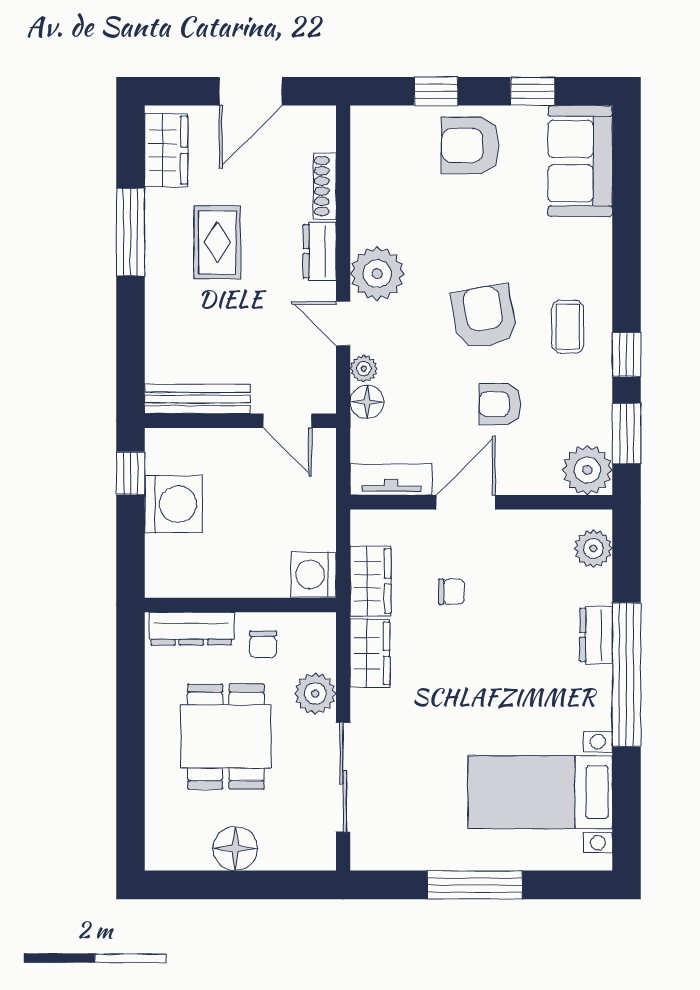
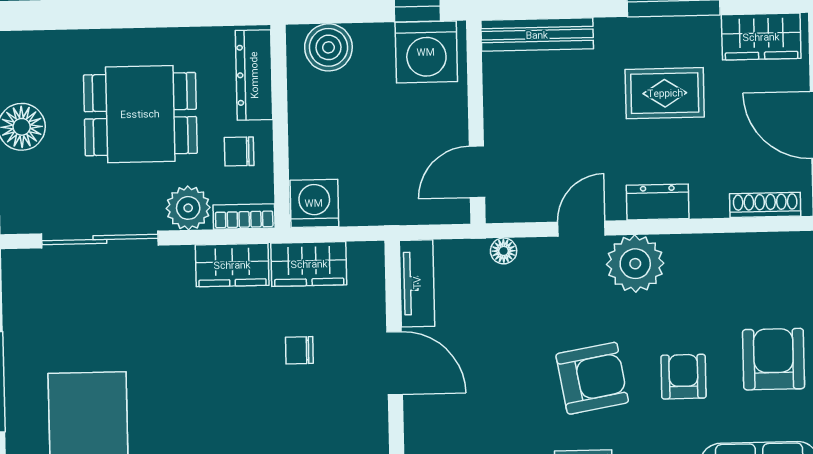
shoe rack: (325, 186) -> (765, 205), moved
plant: (364, 369) -> (534, 252), removed
bench: (197, 399) -> (537, 35), moved, turned 90
floor lamp: (367, 402) -> (504, 251), width x0.73, depth x0.73
armchair: (500, 404) -> (683, 377), moved
washing machine: (173, 504) -> (426, 52), moved
boiler: (167, 558) -> (328, 47), added
chair: (452, 592) -> (299, 350), turned 90
bookcase: (324, 641) -> (244, 216), added

